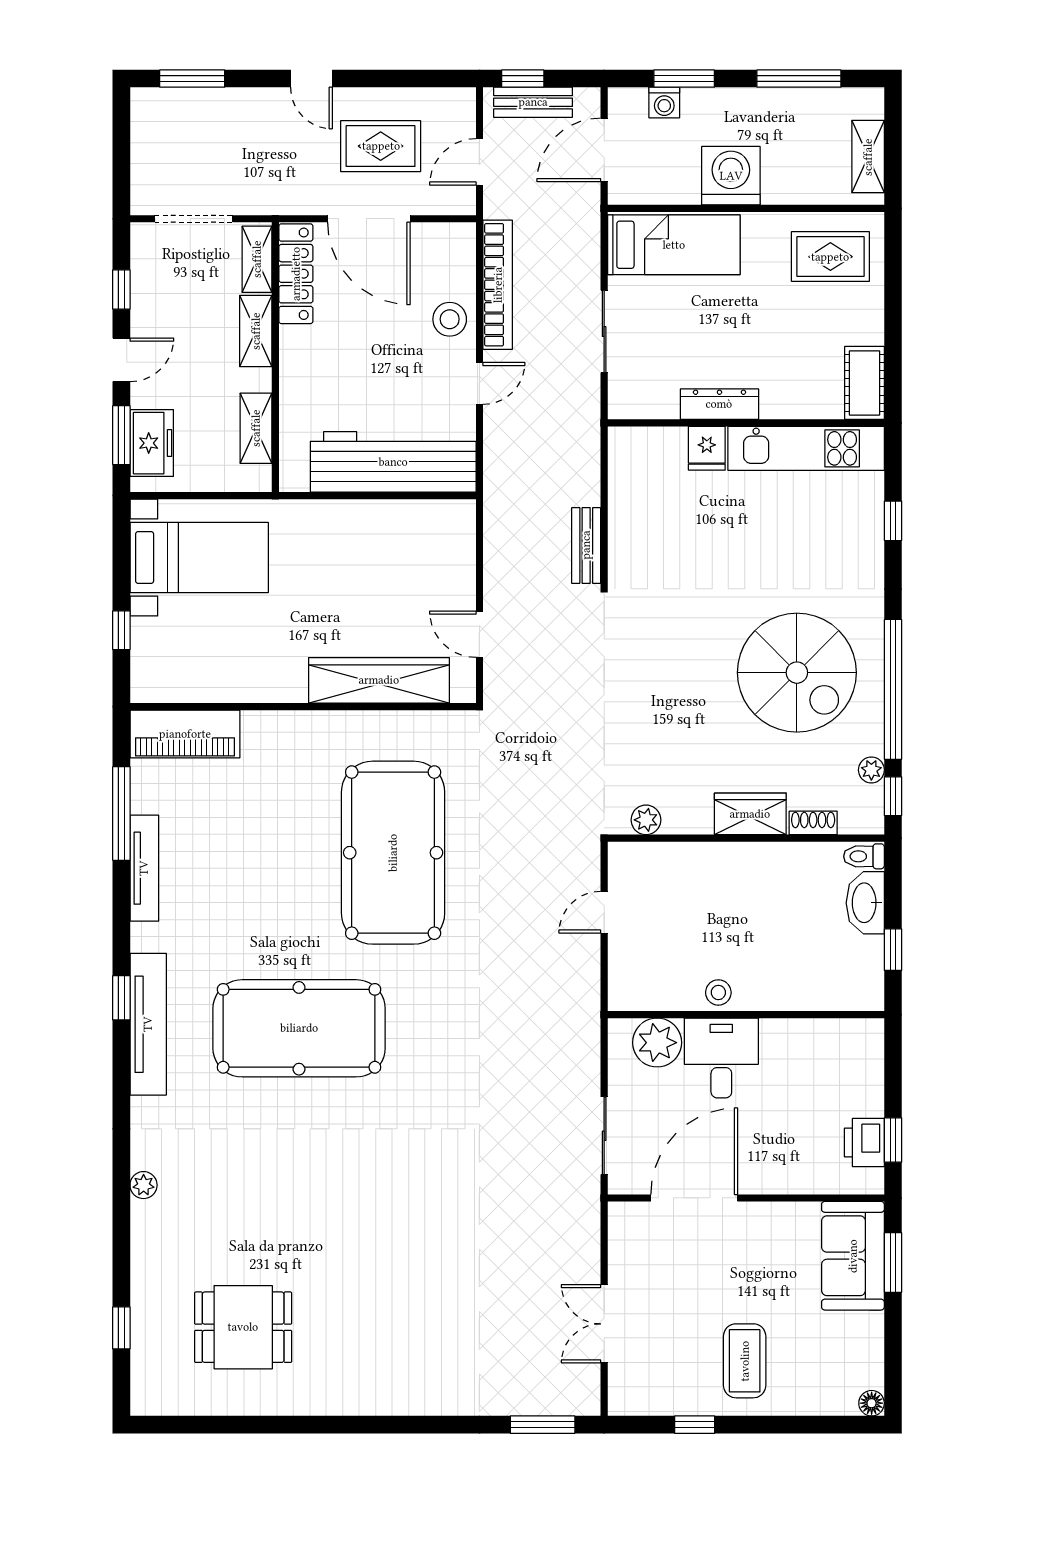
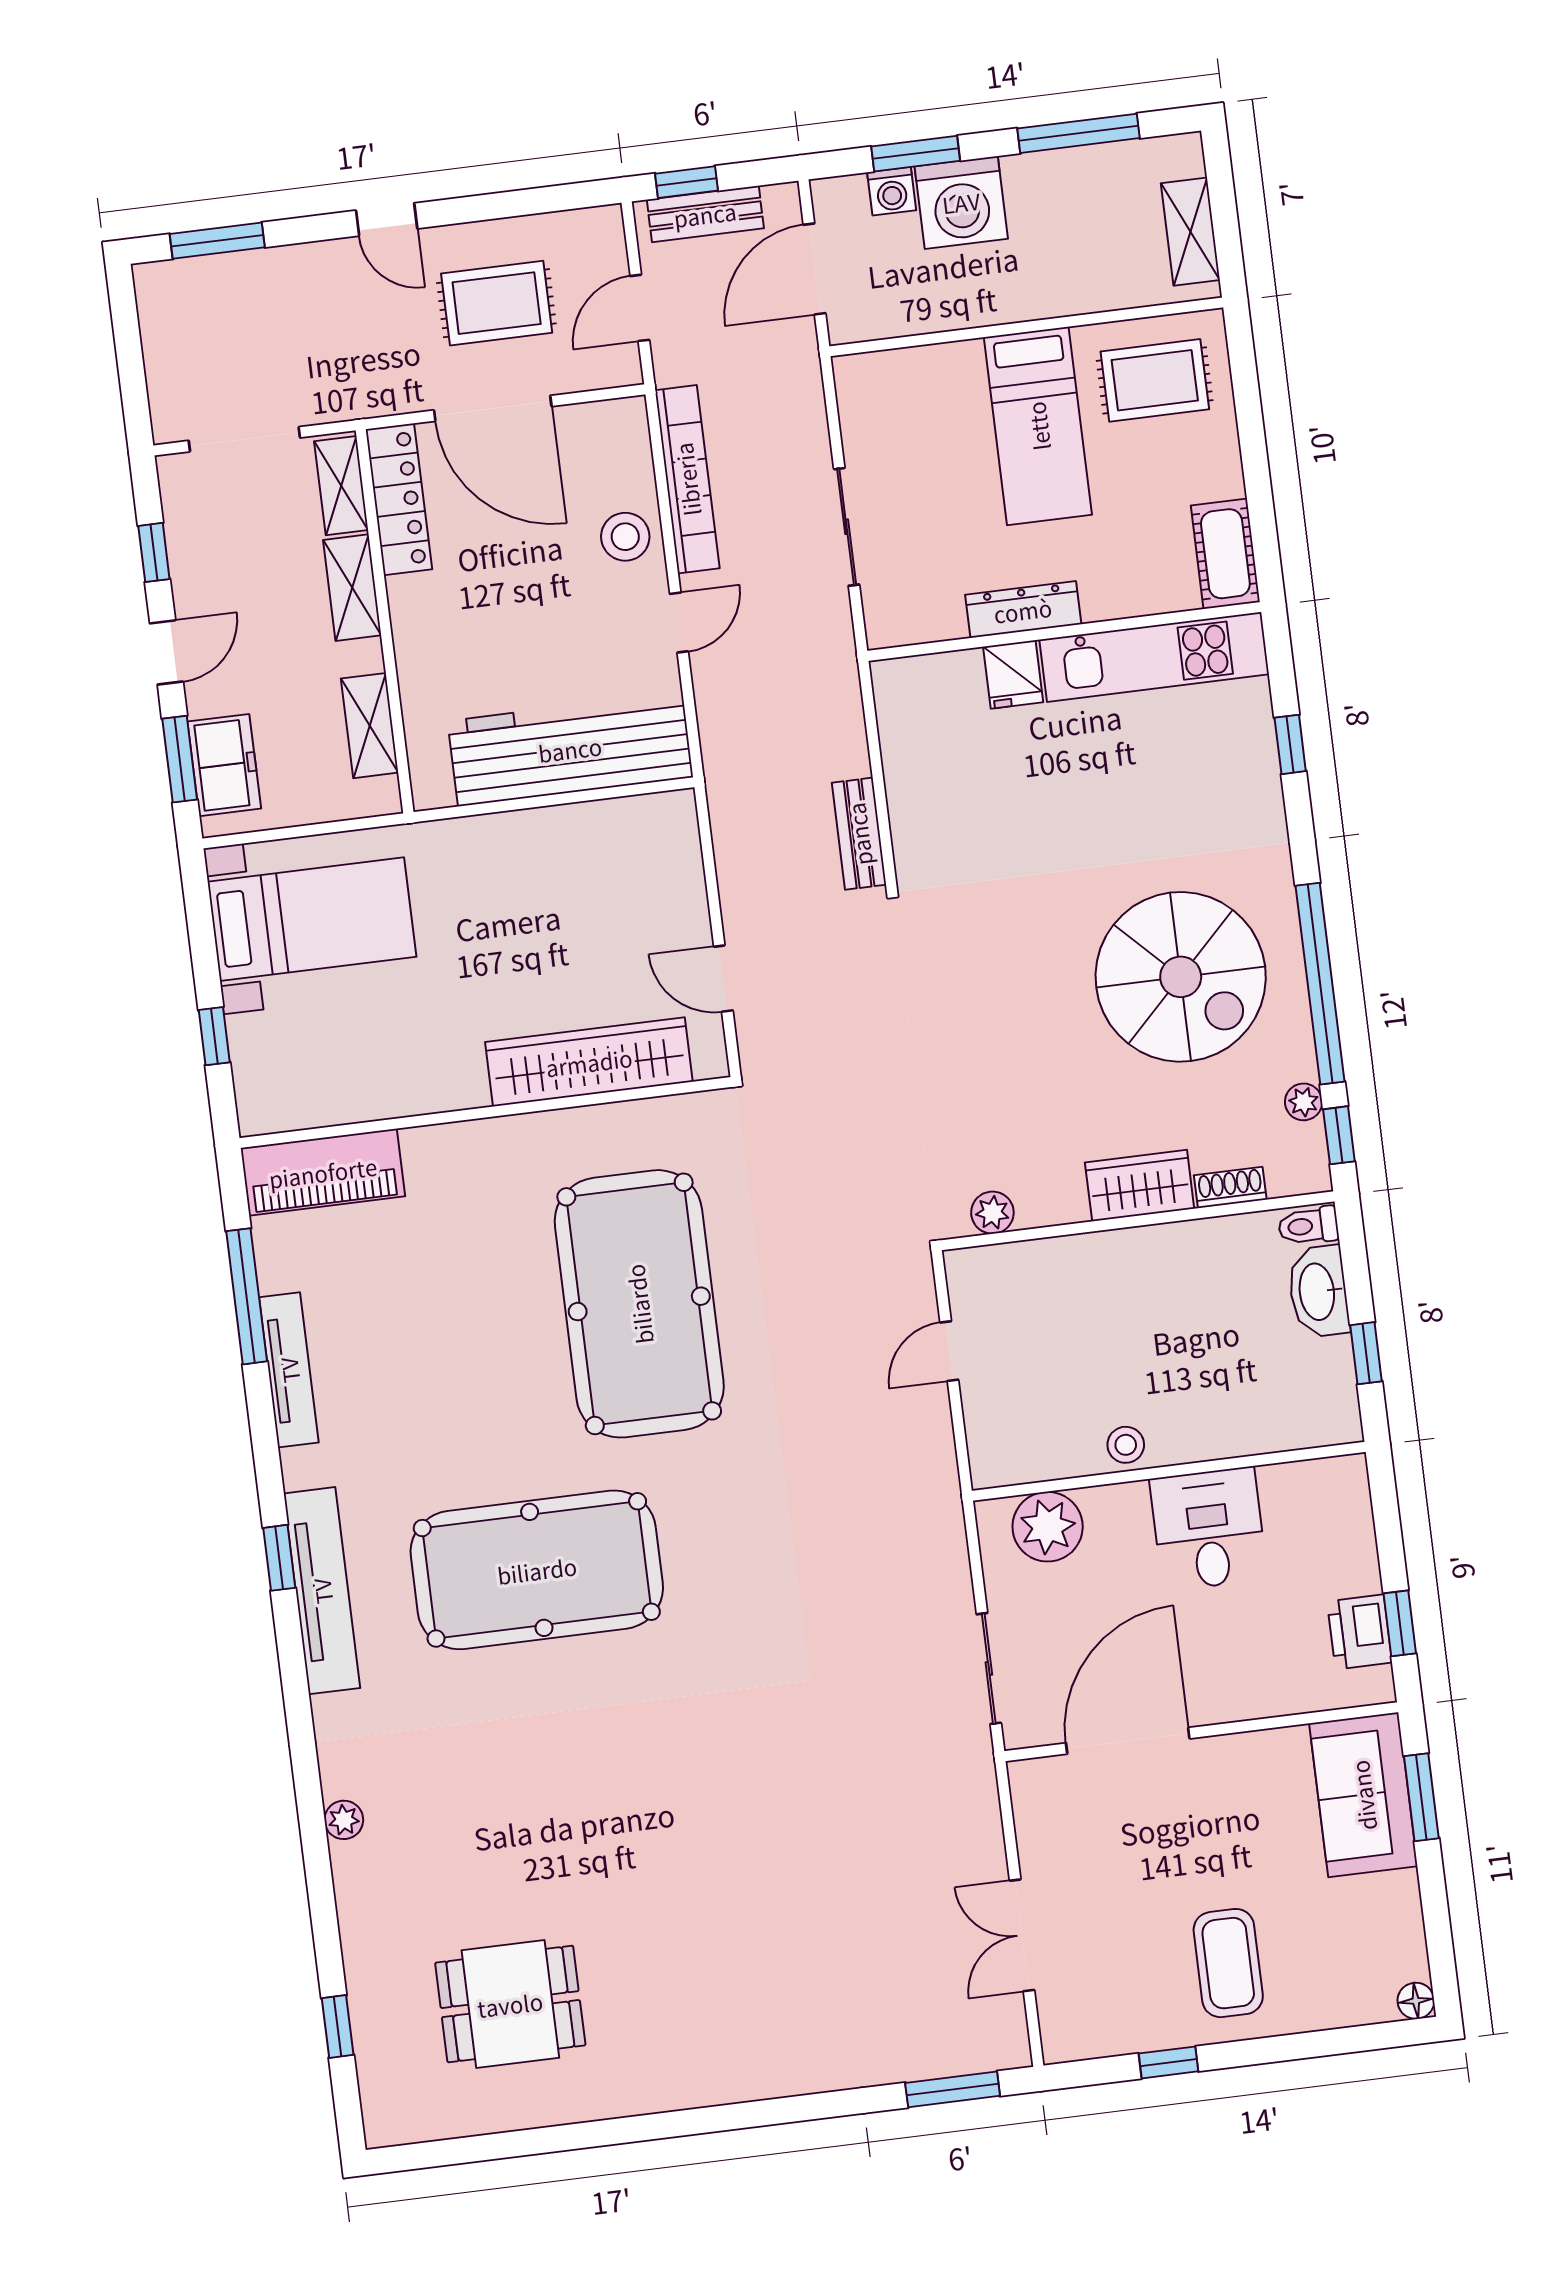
washing machine: (731, 176) -> (961, 202), moved, turned 180
bed: (674, 245) -> (1038, 426), moved, turned 90
desk: (721, 1058) -> (1208, 1529), moved

